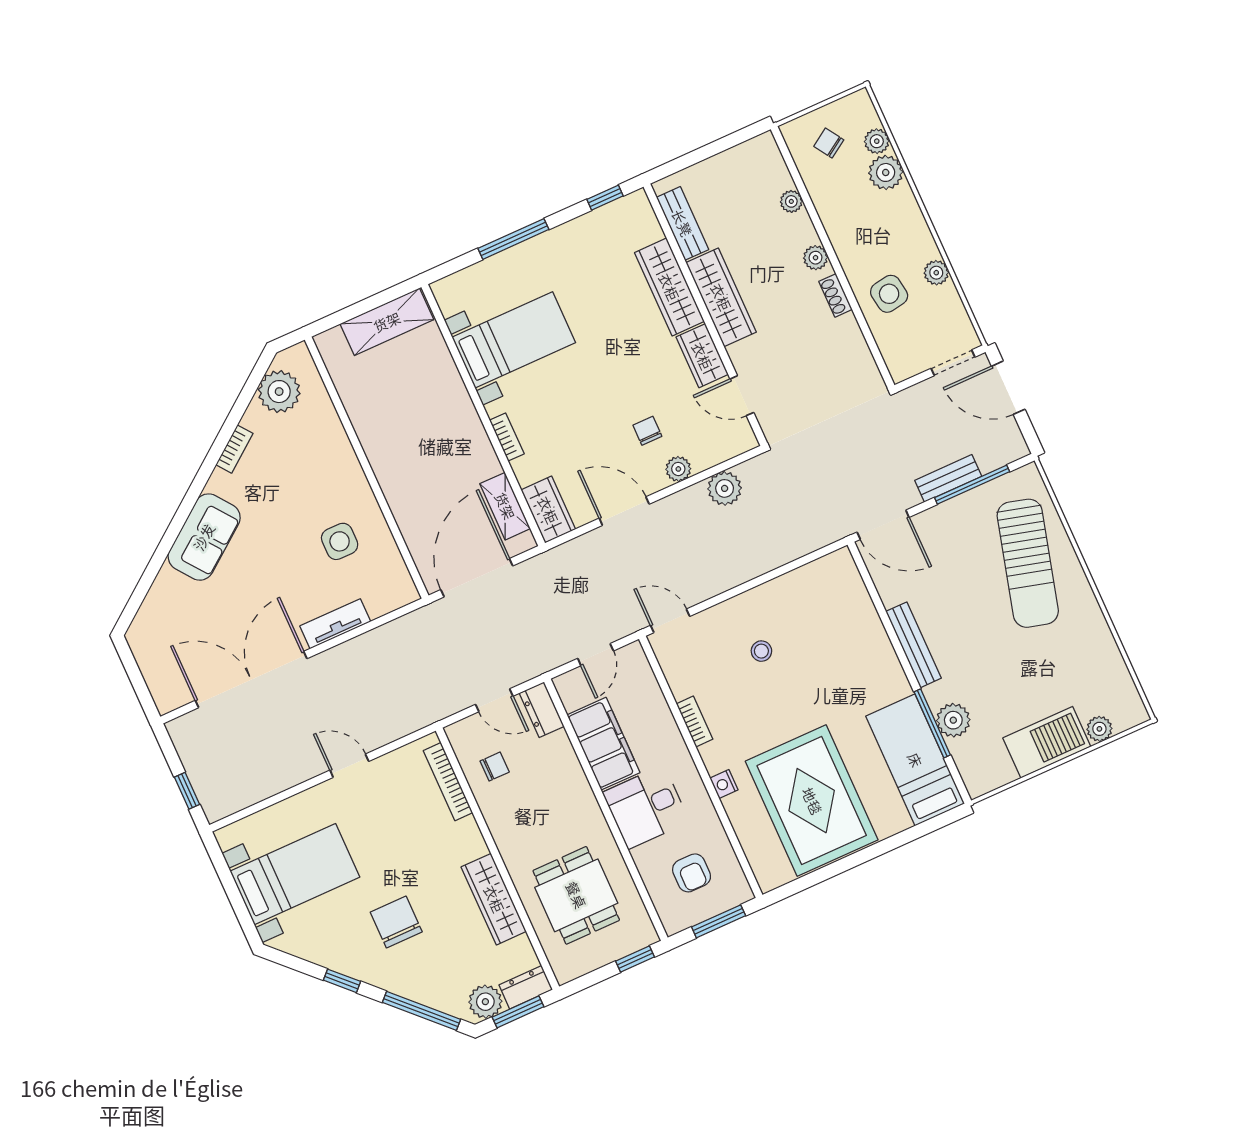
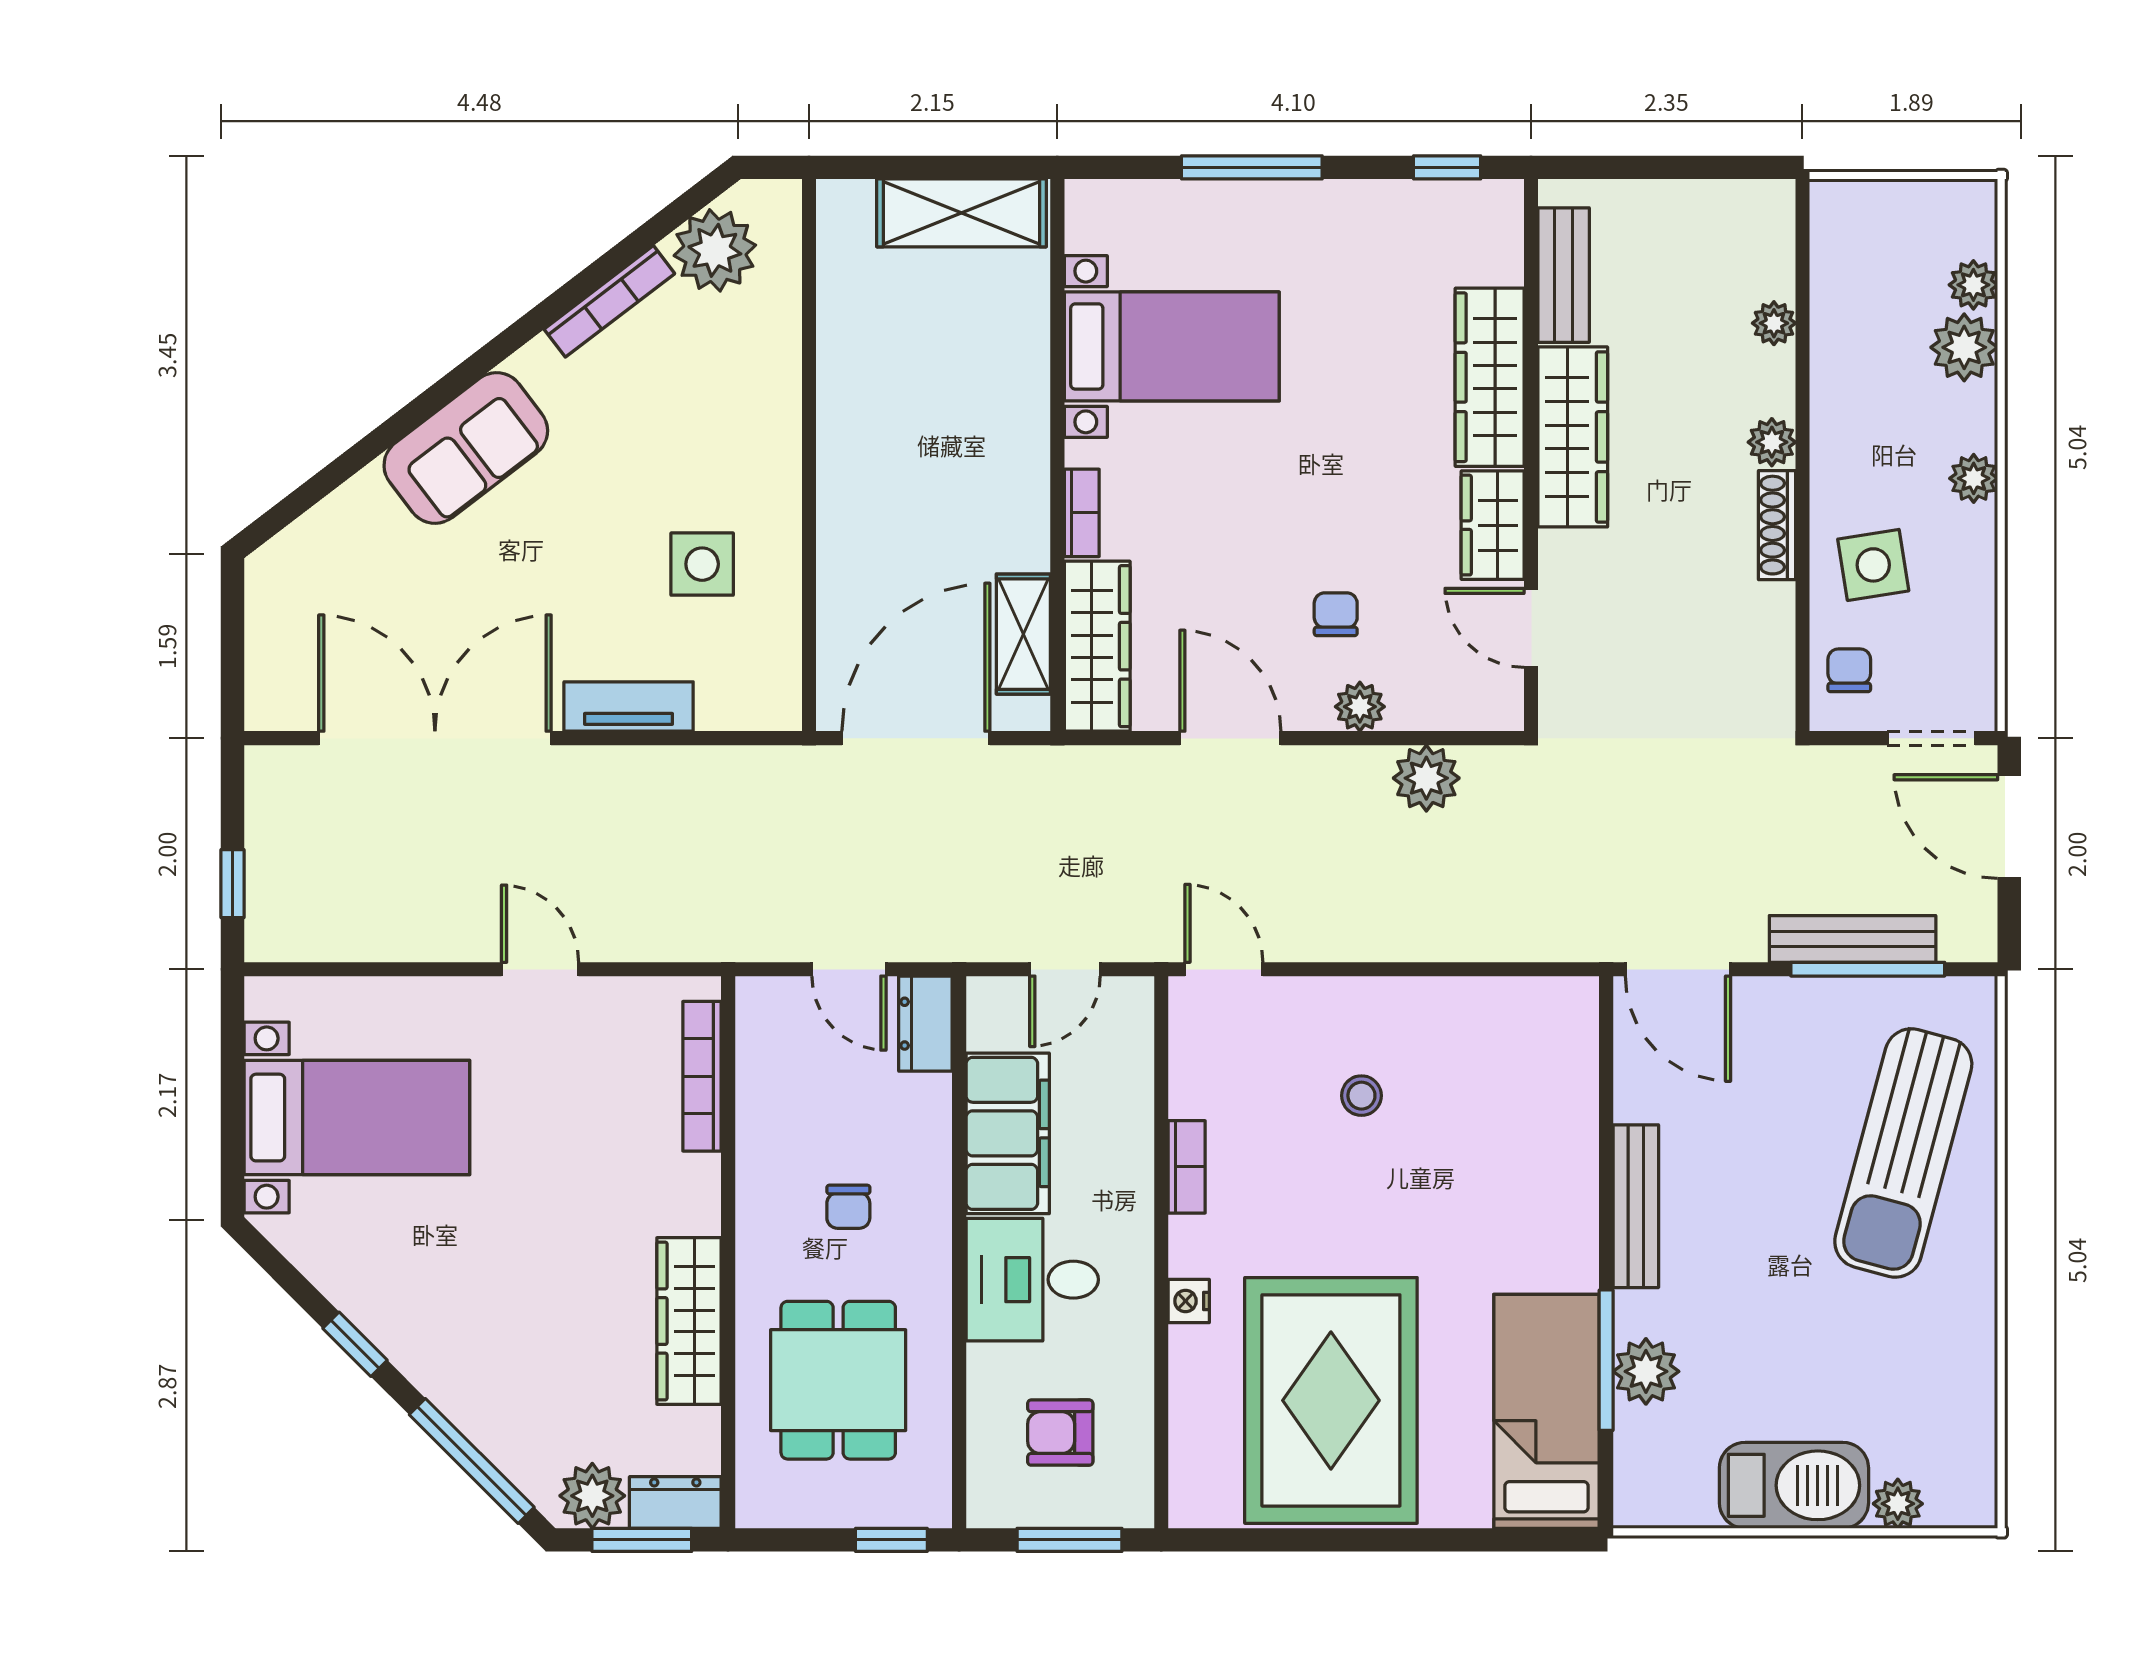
chair: (829, 143) -> (1849, 670), moved, turned 33
plant: (936, 273) -> (1974, 478), moved
shoe rack: (836, 295) -> (1777, 525), width x1.43
bookcase: (234, 449) -> (609, 301), width x1.56
bench: (948, 478) -> (1853, 939), width x1.36
wardrobe: (548, 510) -> (1097, 646), width x1.50
chair: (495, 767) -> (848, 1207), moved, turned 90
armchair: (692, 873) -> (1060, 1433), turned 90
chair: (396, 922) -> (498, 1283), removed

